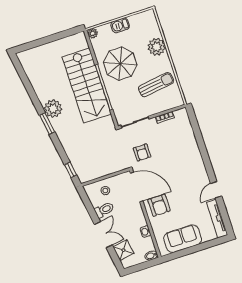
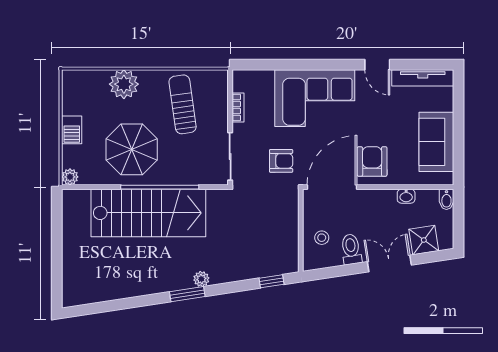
plant: (53, 109) -> (201, 279), moved, width x0.53, depth x0.53
corner sofa: (185, 160) -> (315, 98), added
armchair: (159, 205) -> (372, 161), turned -90

